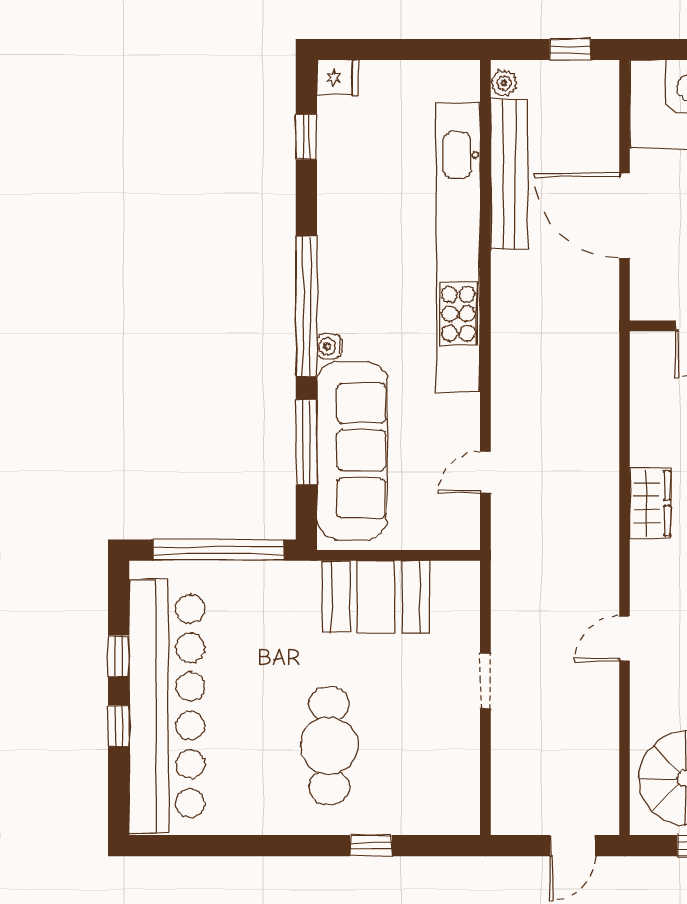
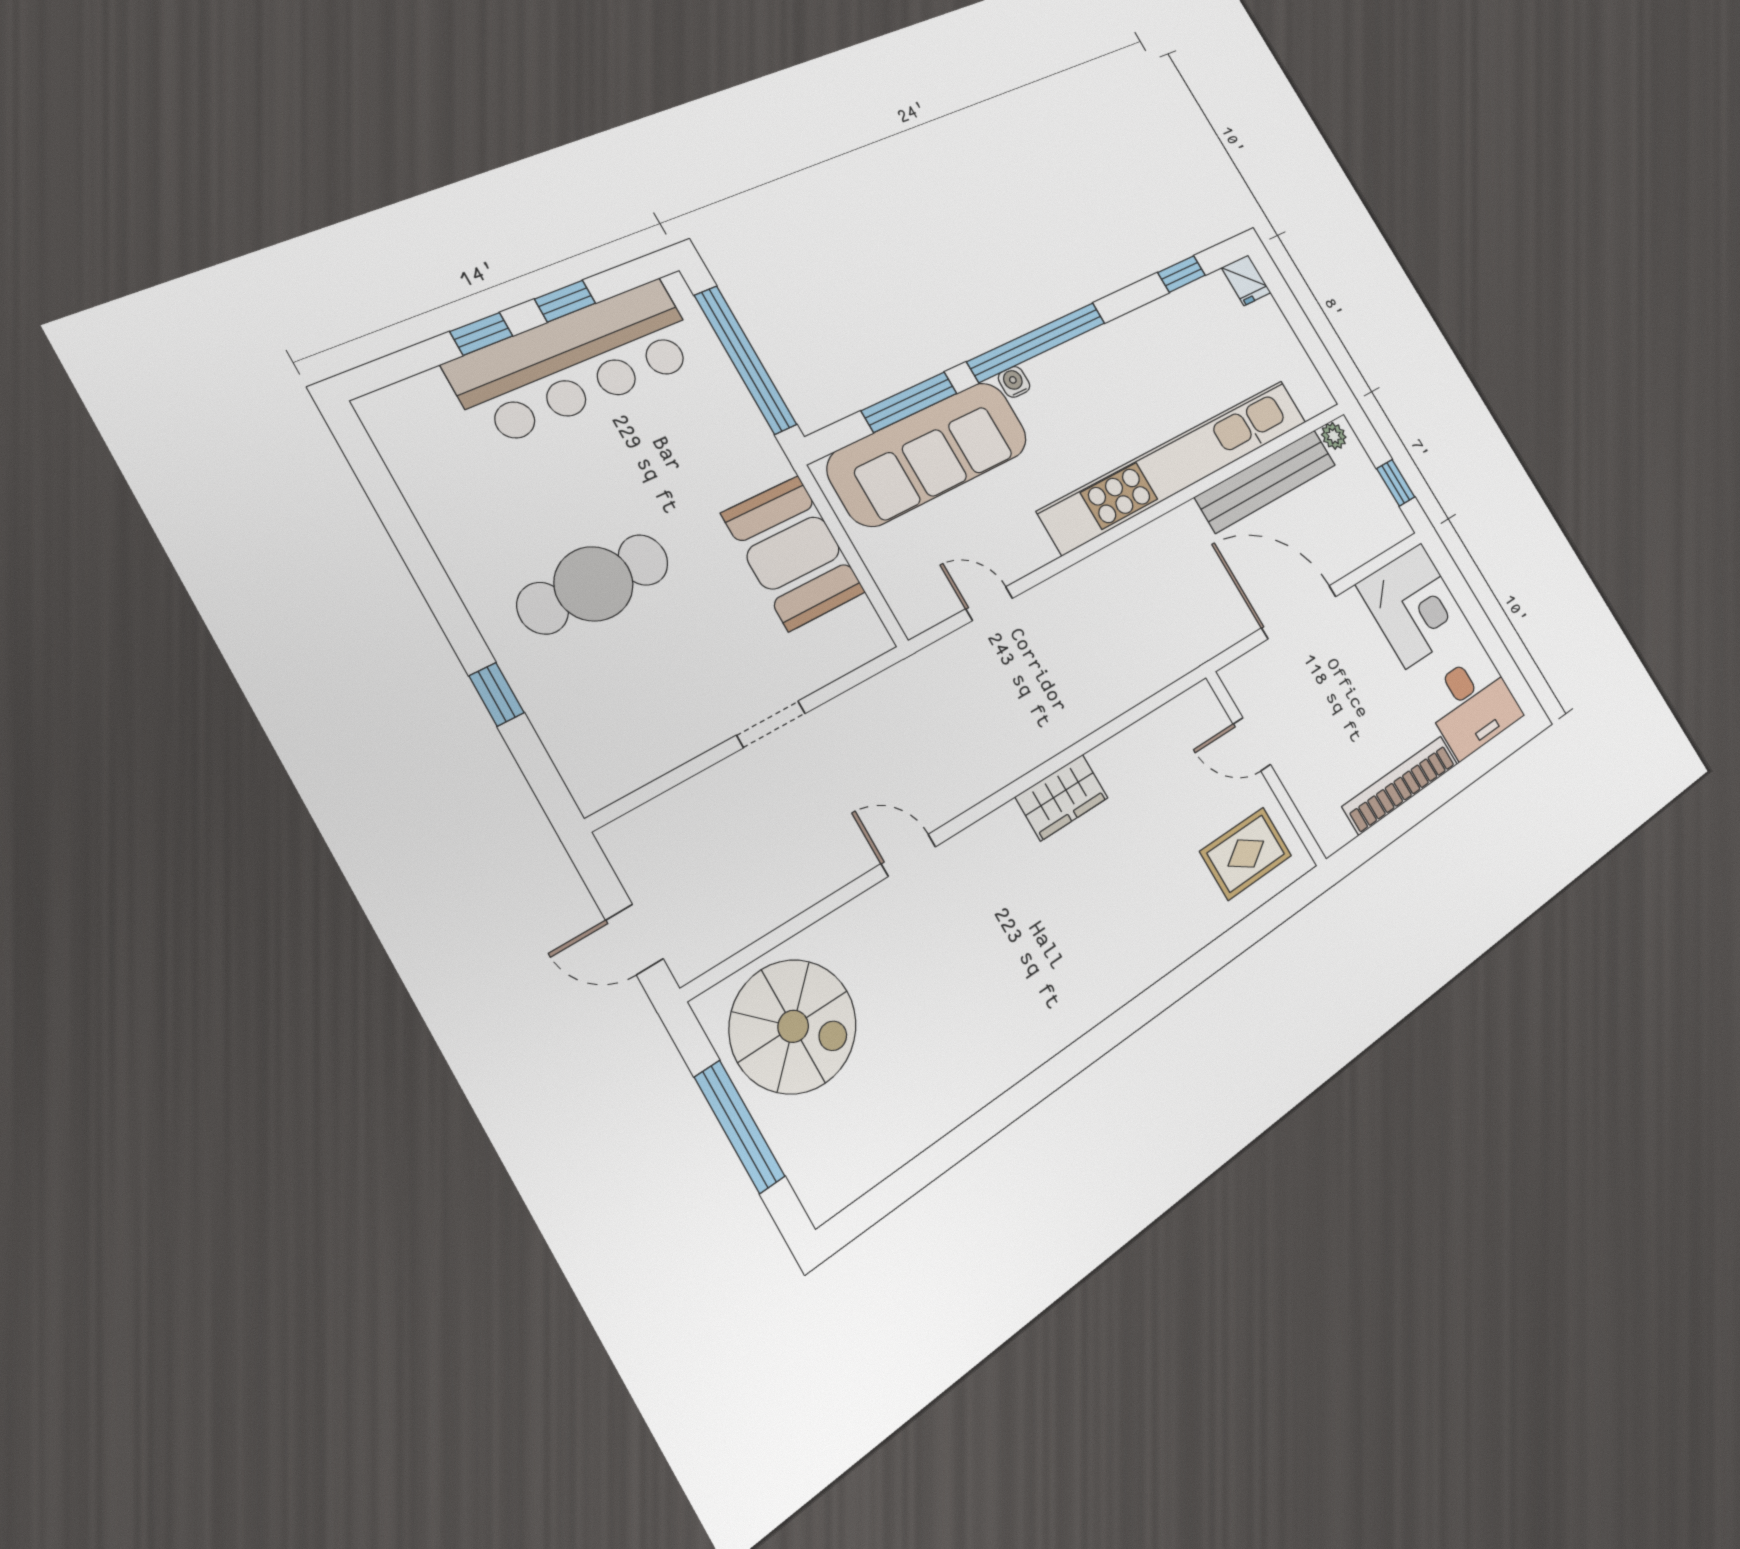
door: (625, 216) -> (1299, 612), hinge flipped
bar counter: (167, 706) -> (577, 362), width x0.73

